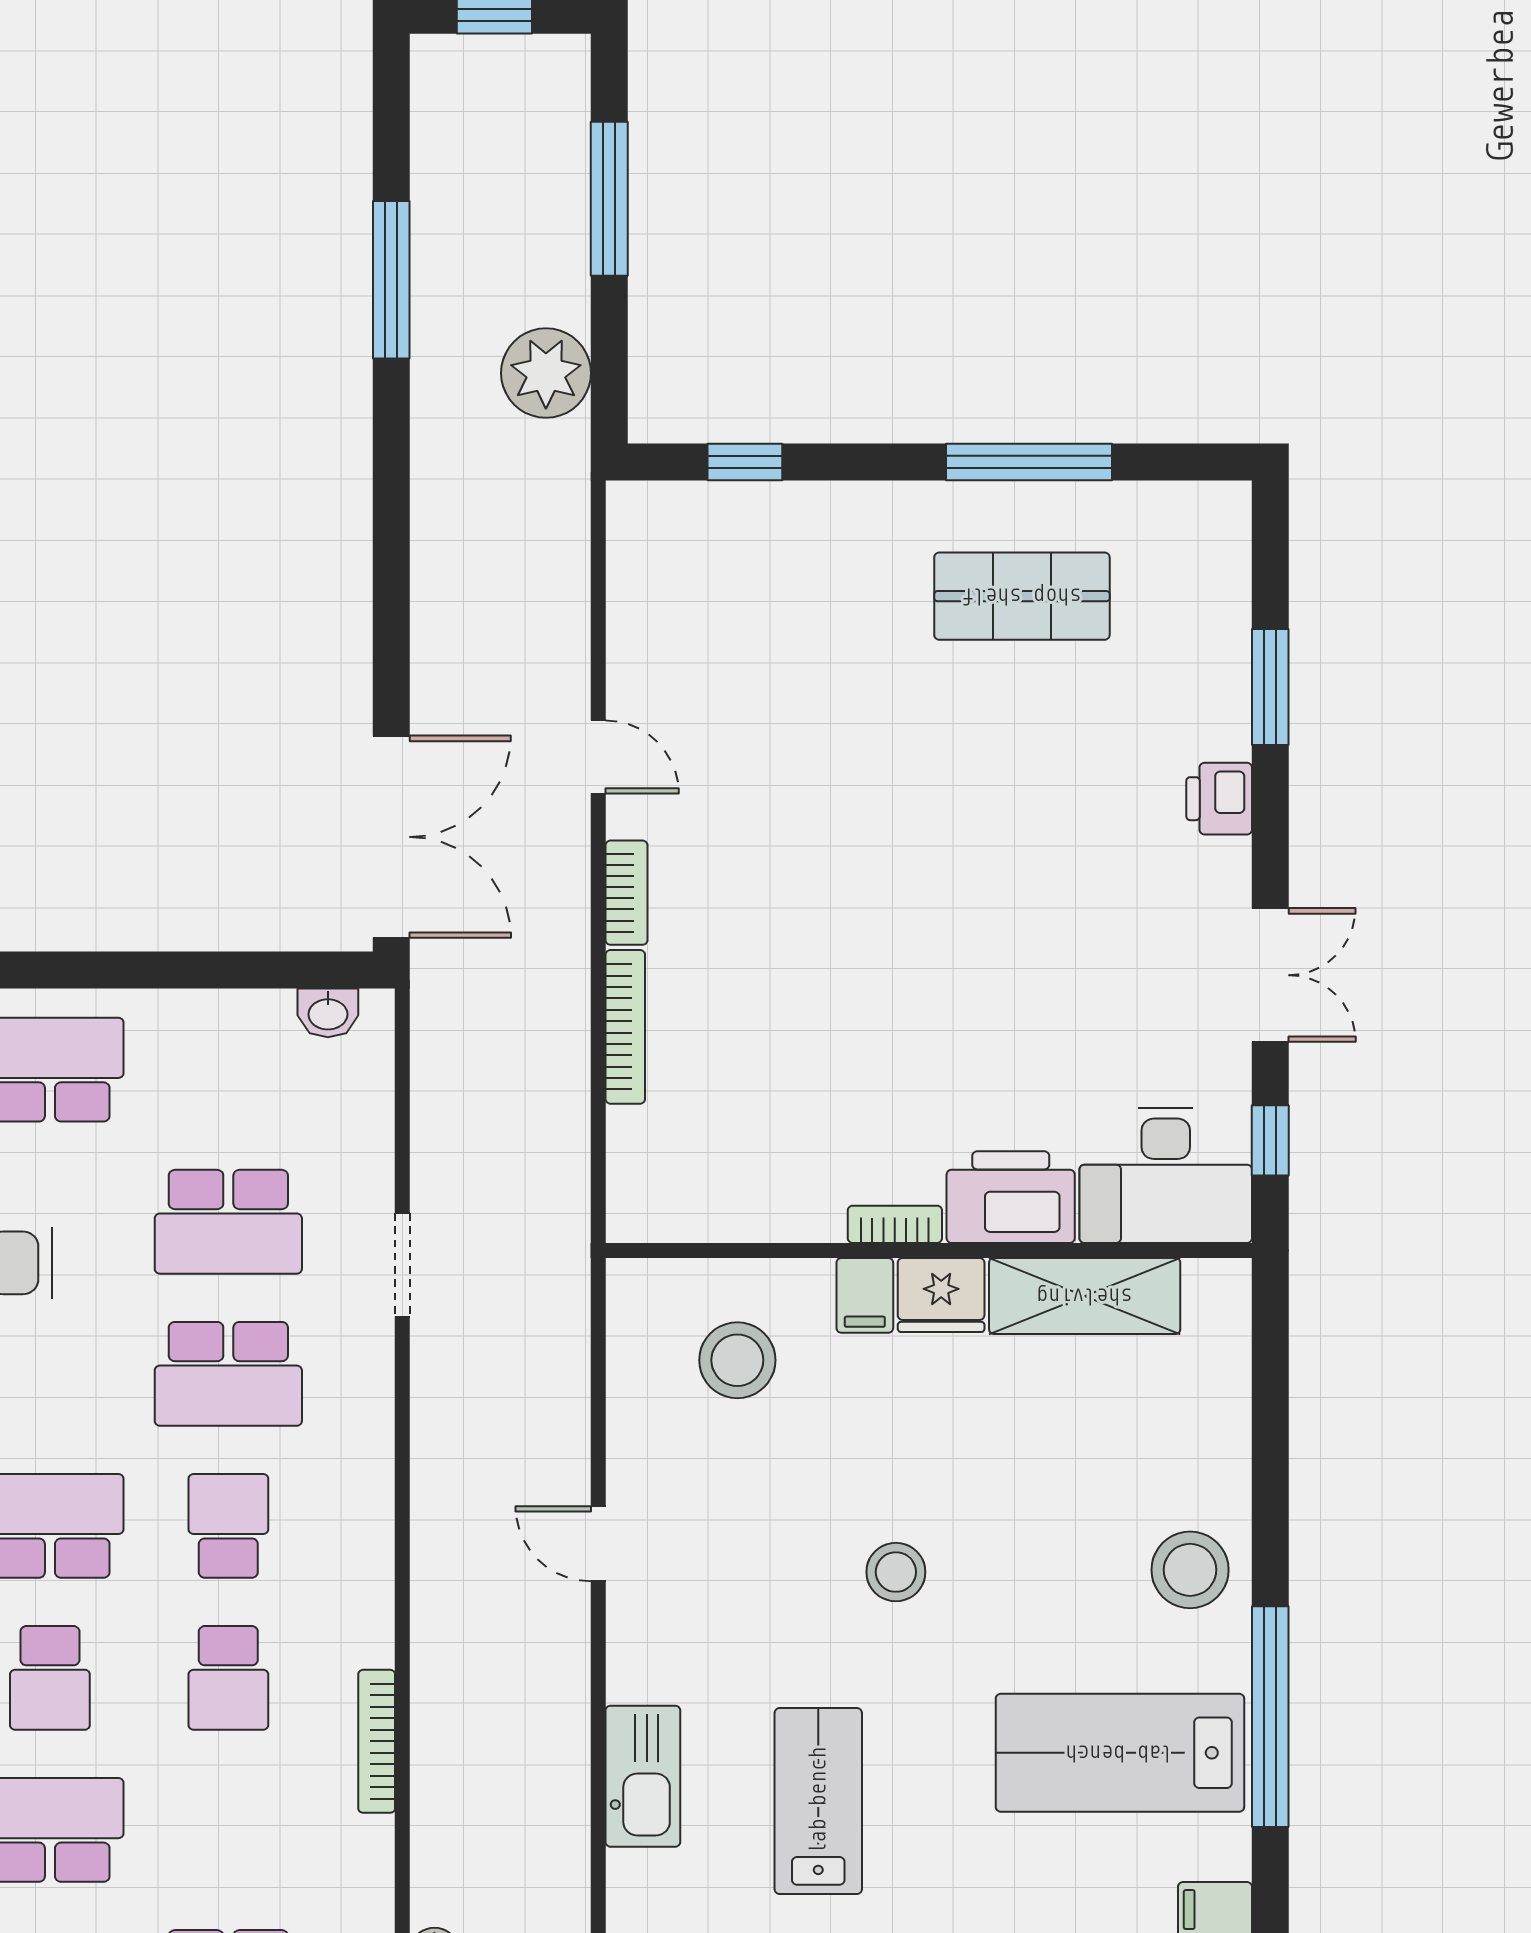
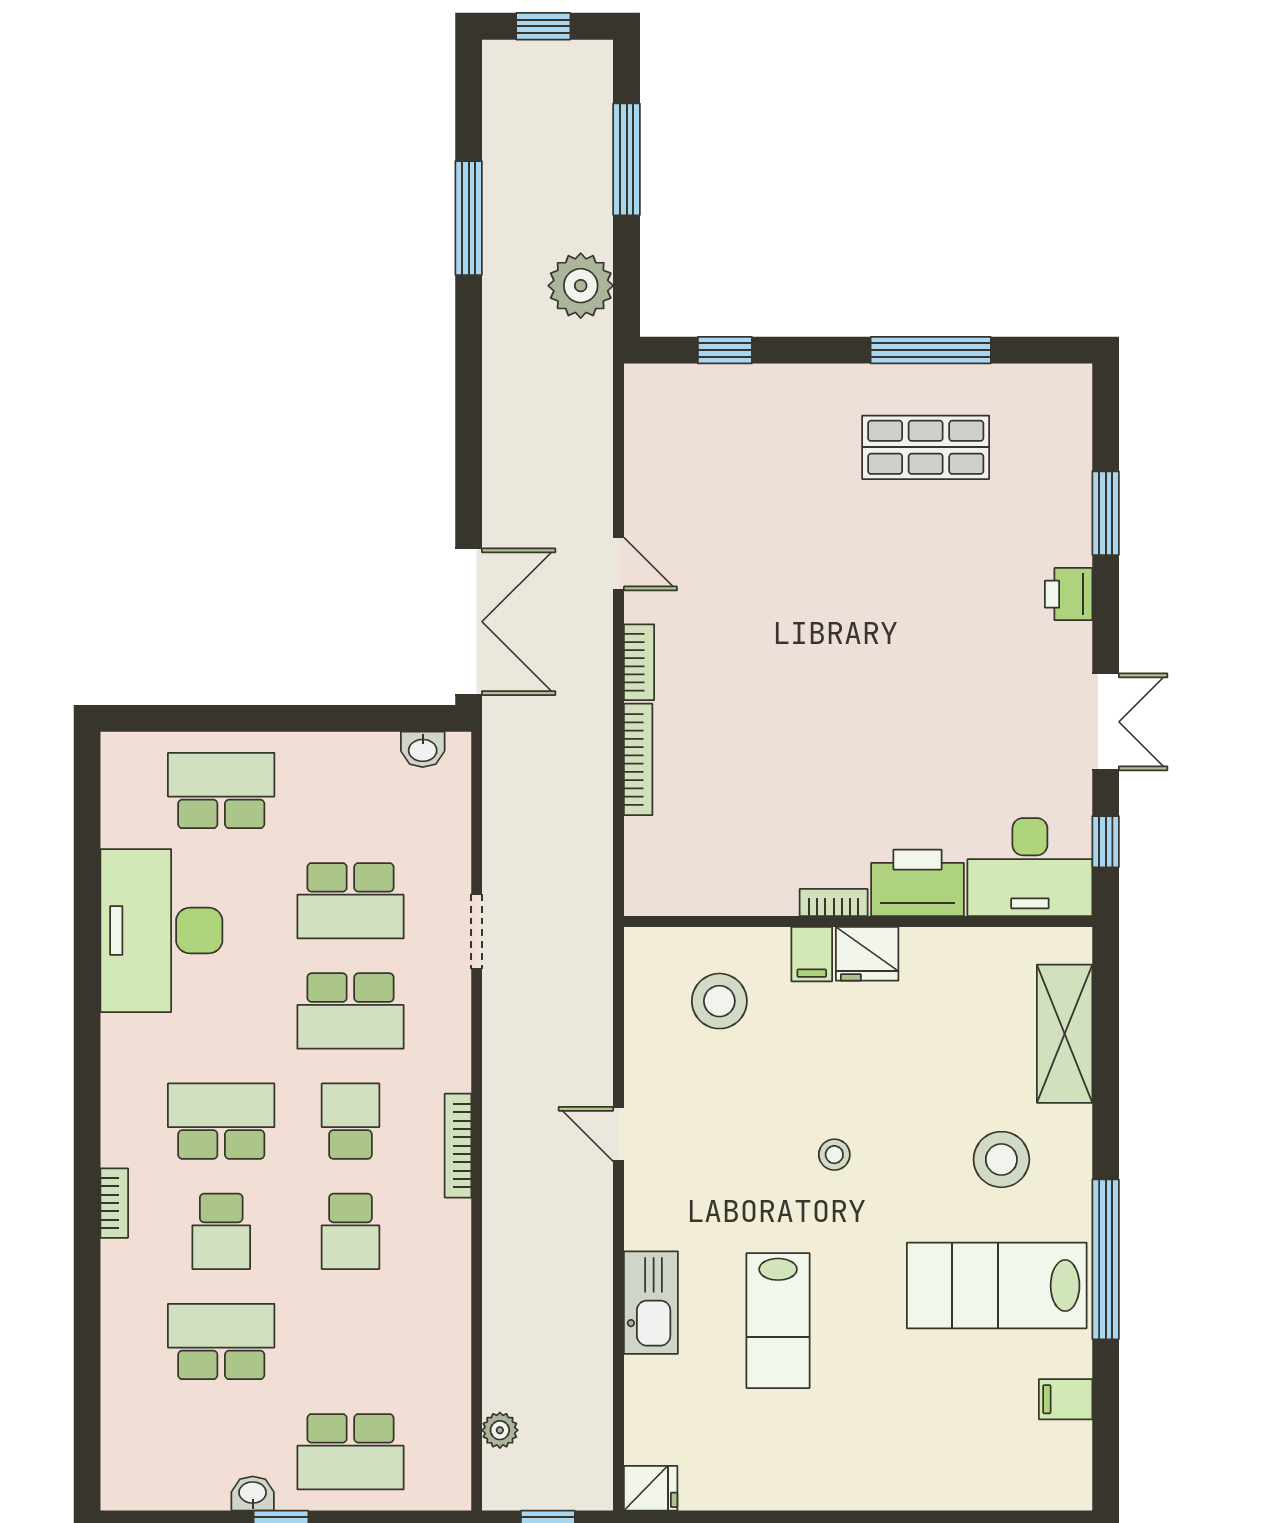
shelving: (1085, 1296) -> (1065, 1034), moved, turned 90
stool: (1190, 1570) -> (1001, 1159), moved
stool: (896, 1572) -> (834, 1155), width x0.73, depth x0.73
bookcase: (377, 1741) -> (458, 1146), moved
lab bench: (818, 1801) -> (778, 1321), turned 180

